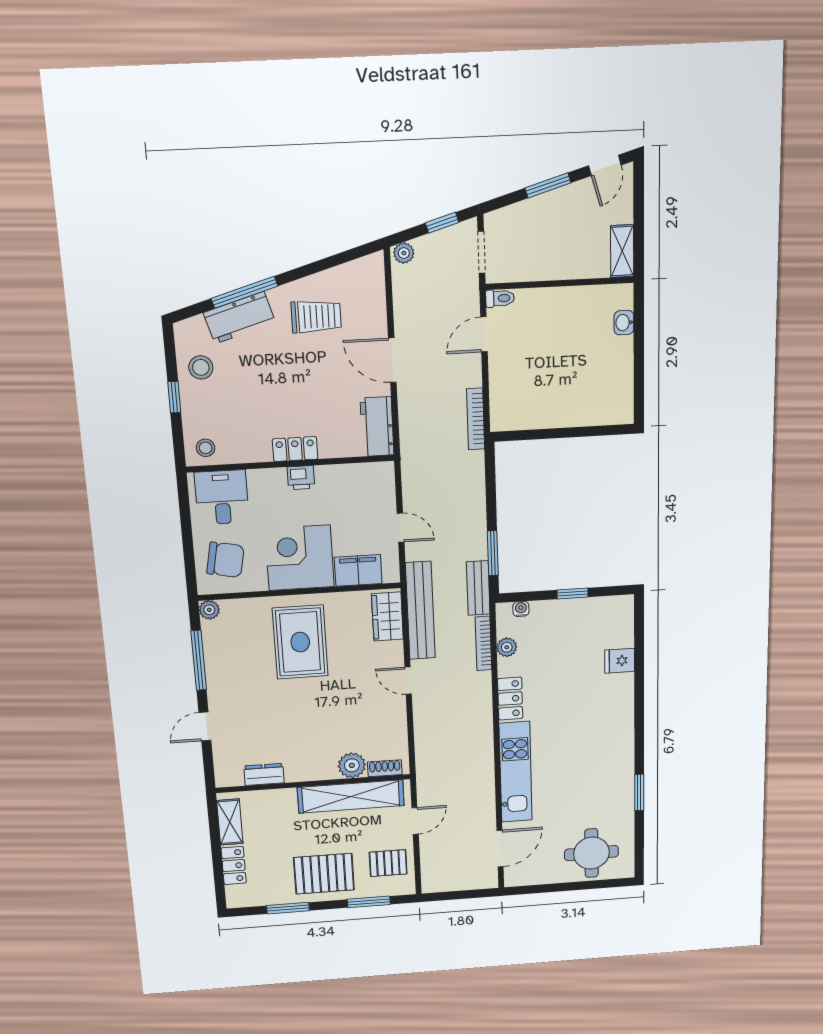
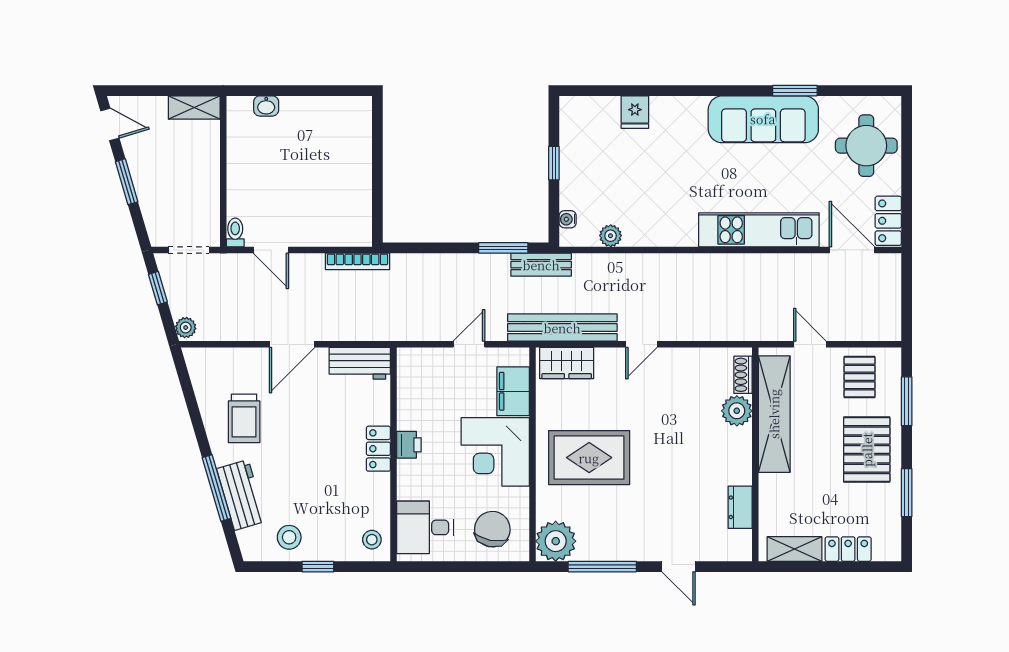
trolley: (316, 316) -> (244, 418), turned 180
plant: (209, 610) -> (556, 541), width x1.87, depth x1.87
bookcase: (483, 643) -> (604, 261), removed
locker: (510, 699) -> (888, 221), moved, turned -90
sofa: (614, 769) -> (763, 119), added

